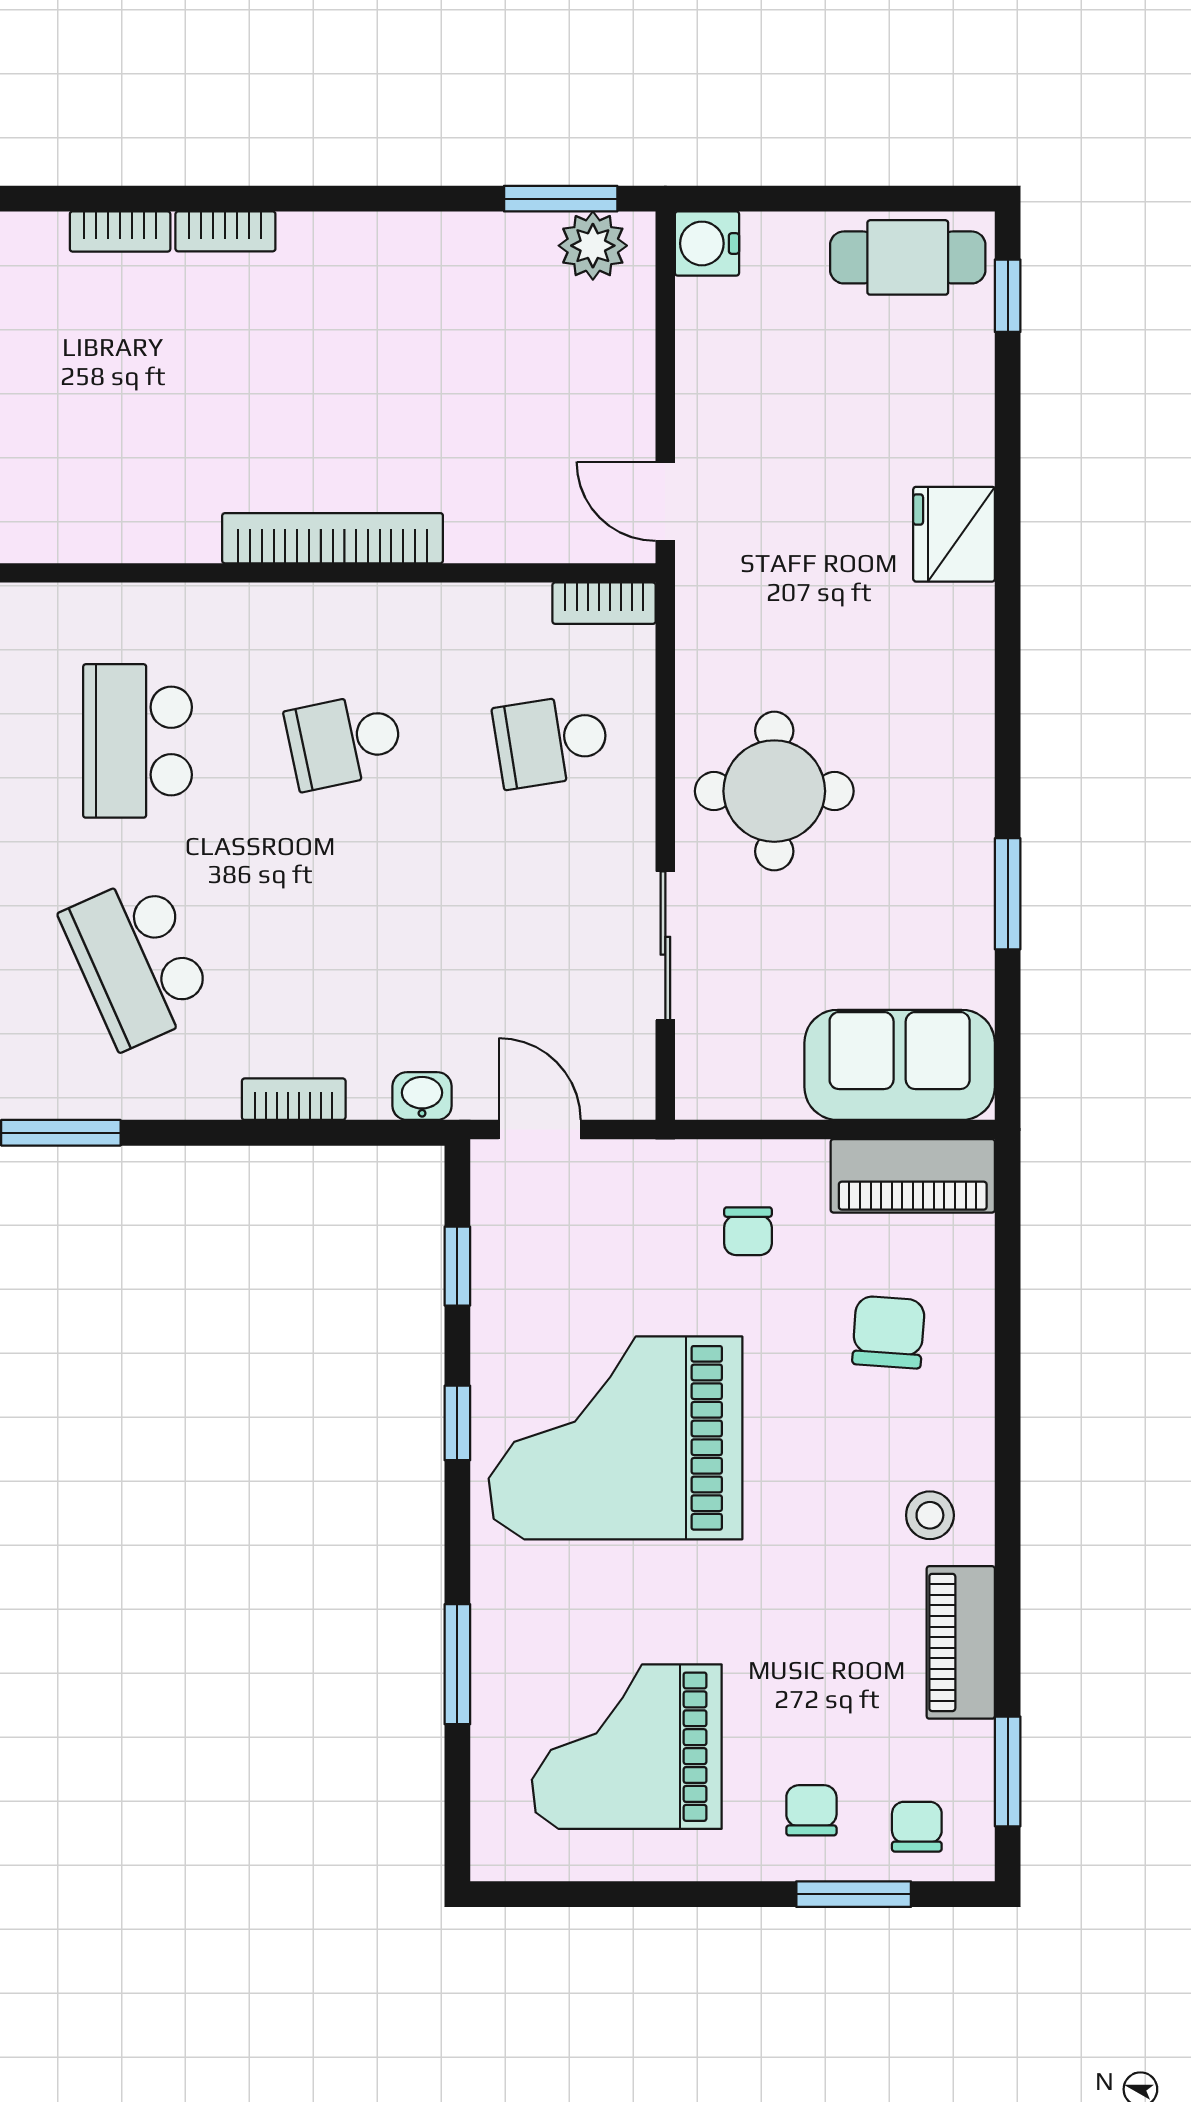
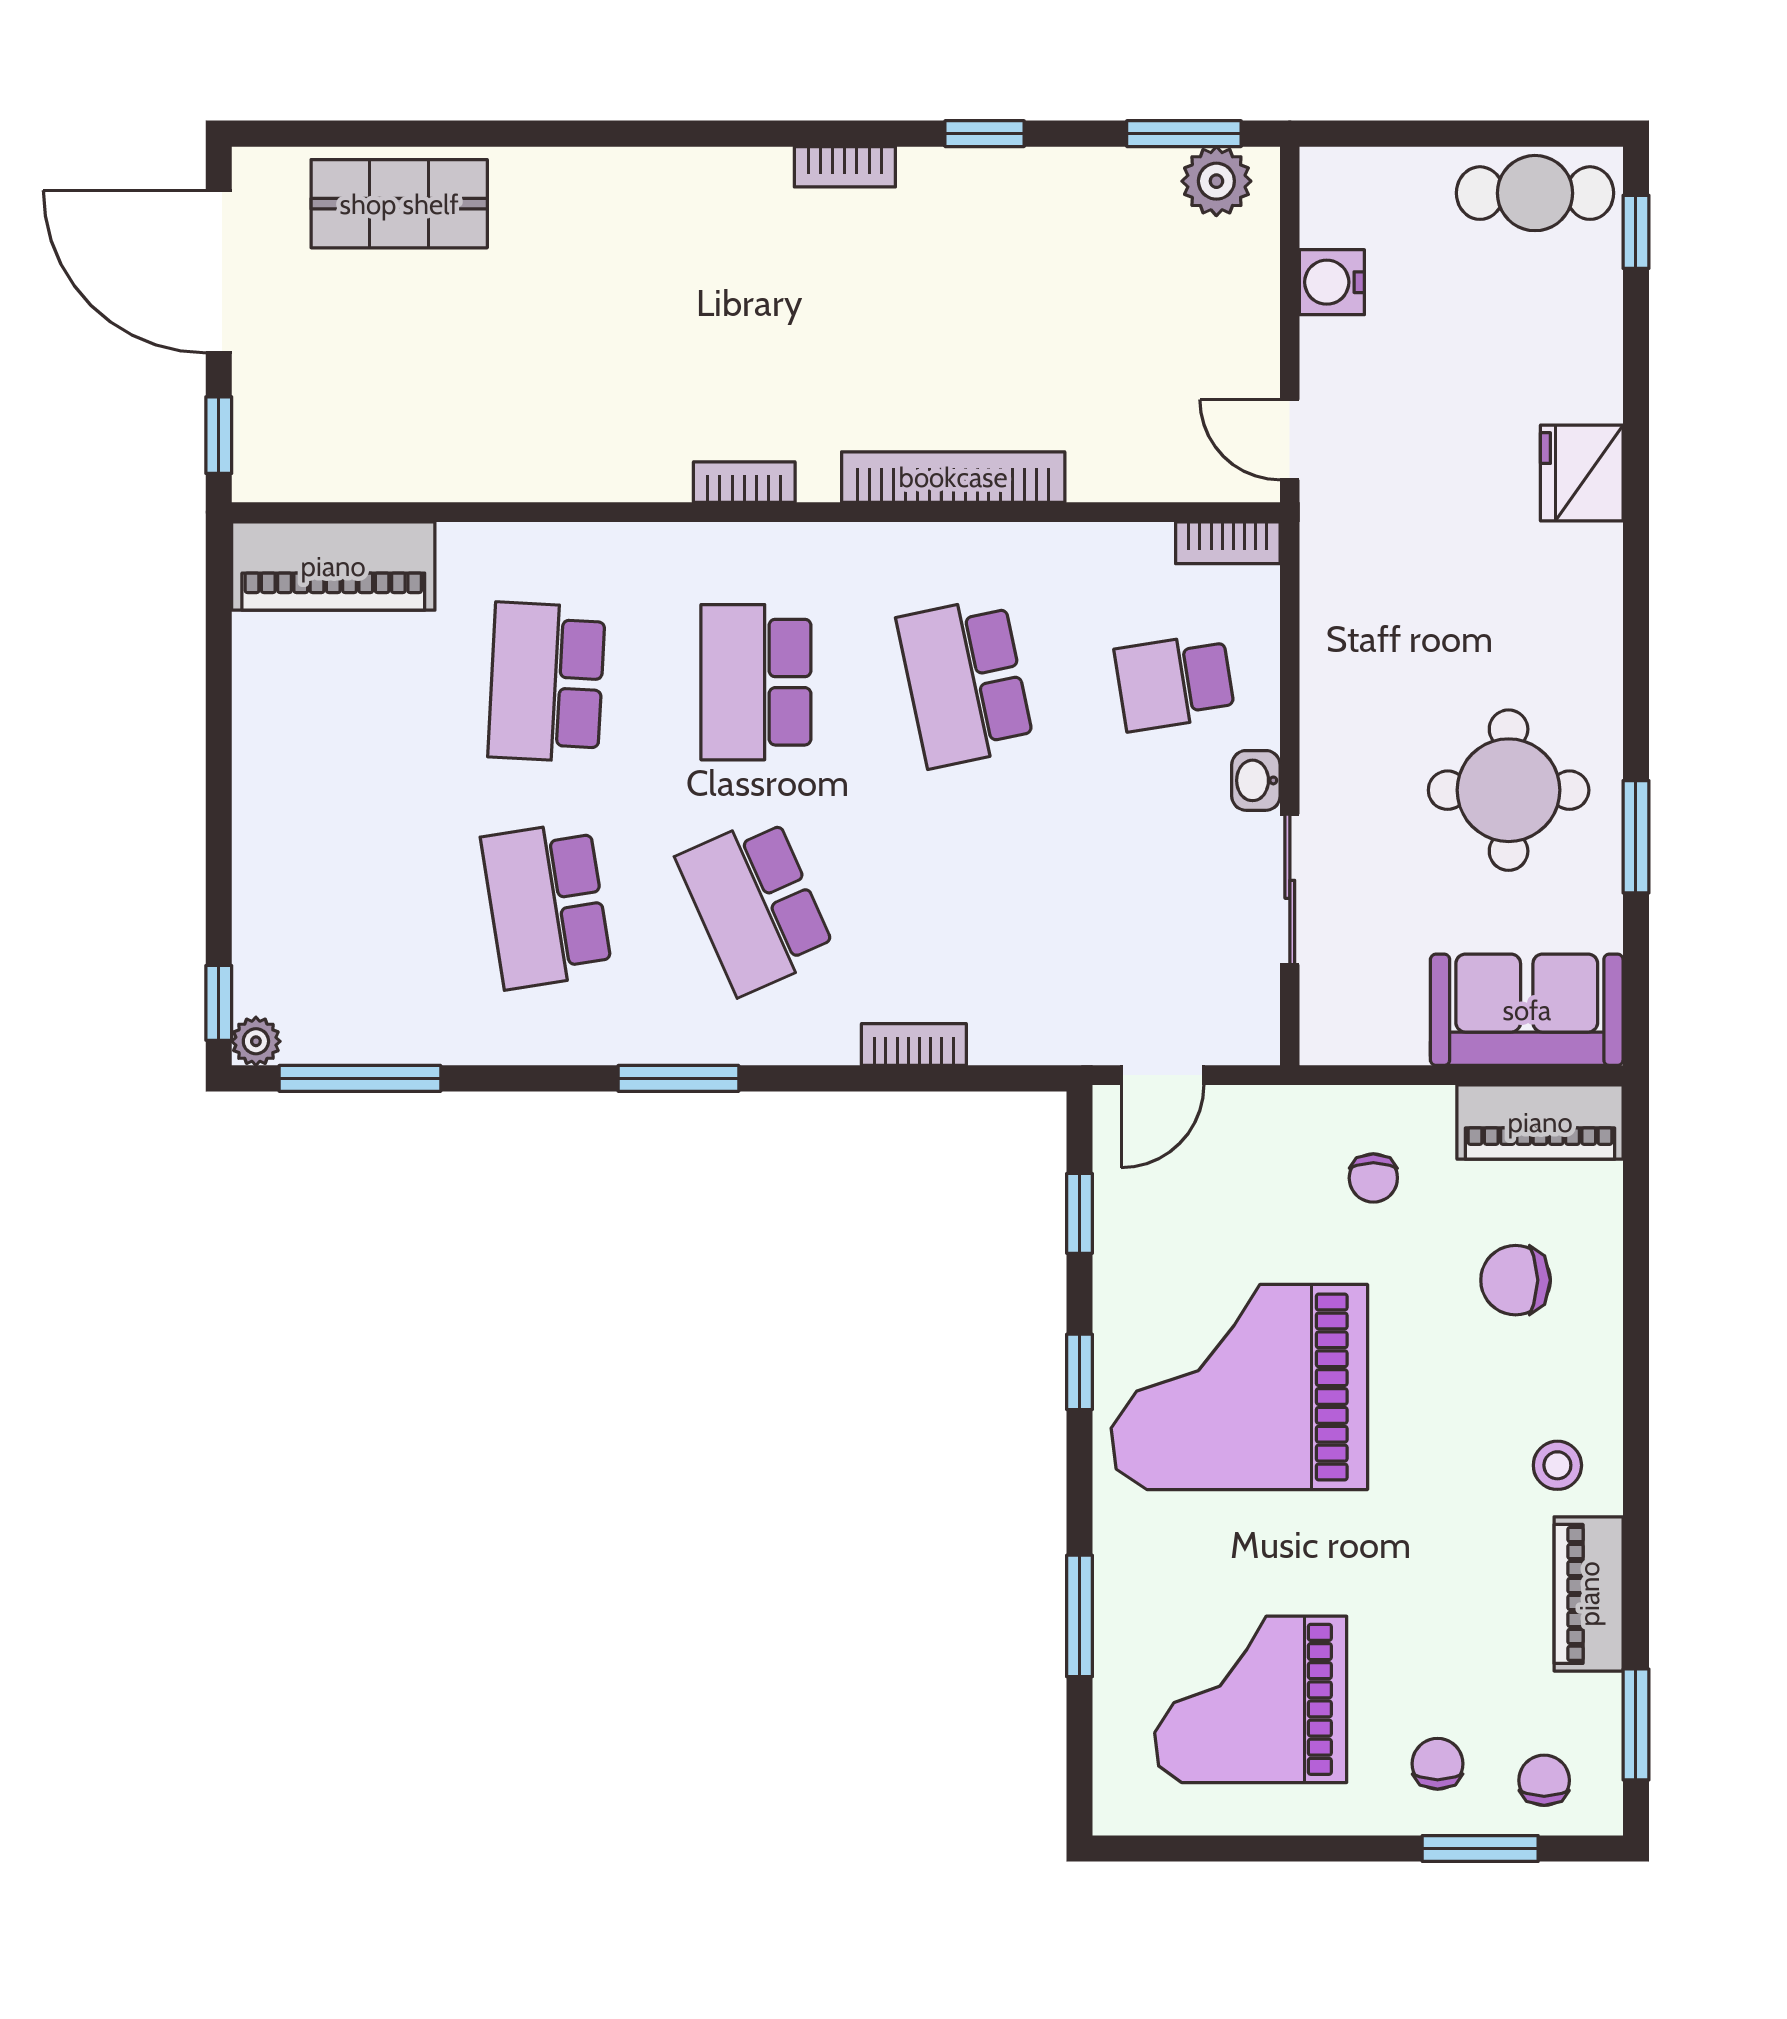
window: (364, 199) -> (985, 134), added
bookcase: (120, 231) -> (744, 482), moved, turned 180
water cooler: (707, 243) -> (1332, 282), moved
school desk: (345, 741) -> (965, 682), width x1.85
round table: (774, 791) -> (1509, 790), moved
washbasin: (422, 1096) -> (1256, 780), moved, turned -90
door: (540, 1130) -> (1163, 1075), swing flipped
chair: (889, 1332) -> (1516, 1280), turned -94

